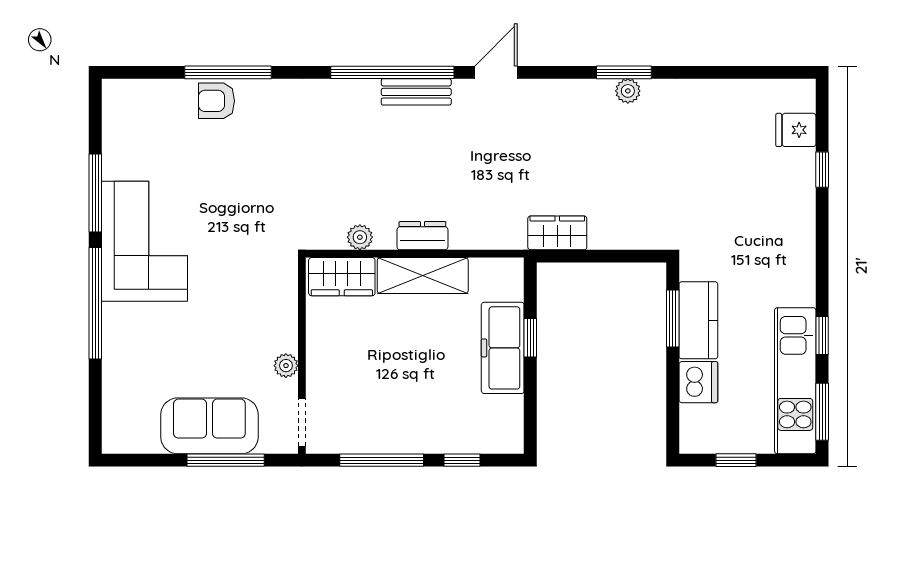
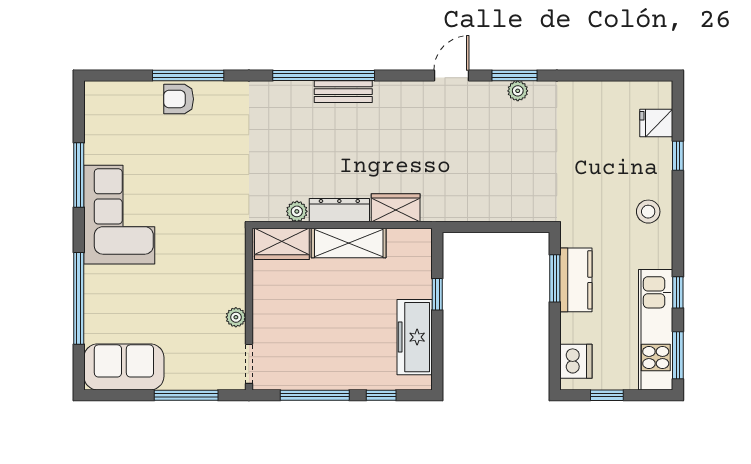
door: (496, 72) -> (451, 75), moved
wardrobe: (557, 233) -> (396, 208), moved
dresser: (422, 236) -> (339, 210), width x1.44
stool: (786, 237) -> (648, 212), added
window: (95, 303) -> (79, 298), moved
freezer: (503, 348) -> (415, 337), moved
dishwasher: (698, 382) -> (576, 361), moved
sofa: (209, 426) -> (124, 367), moved

